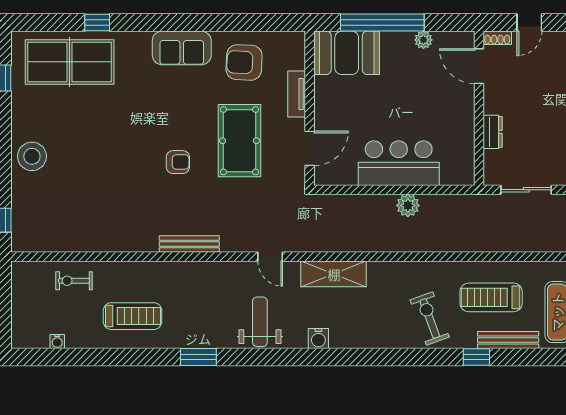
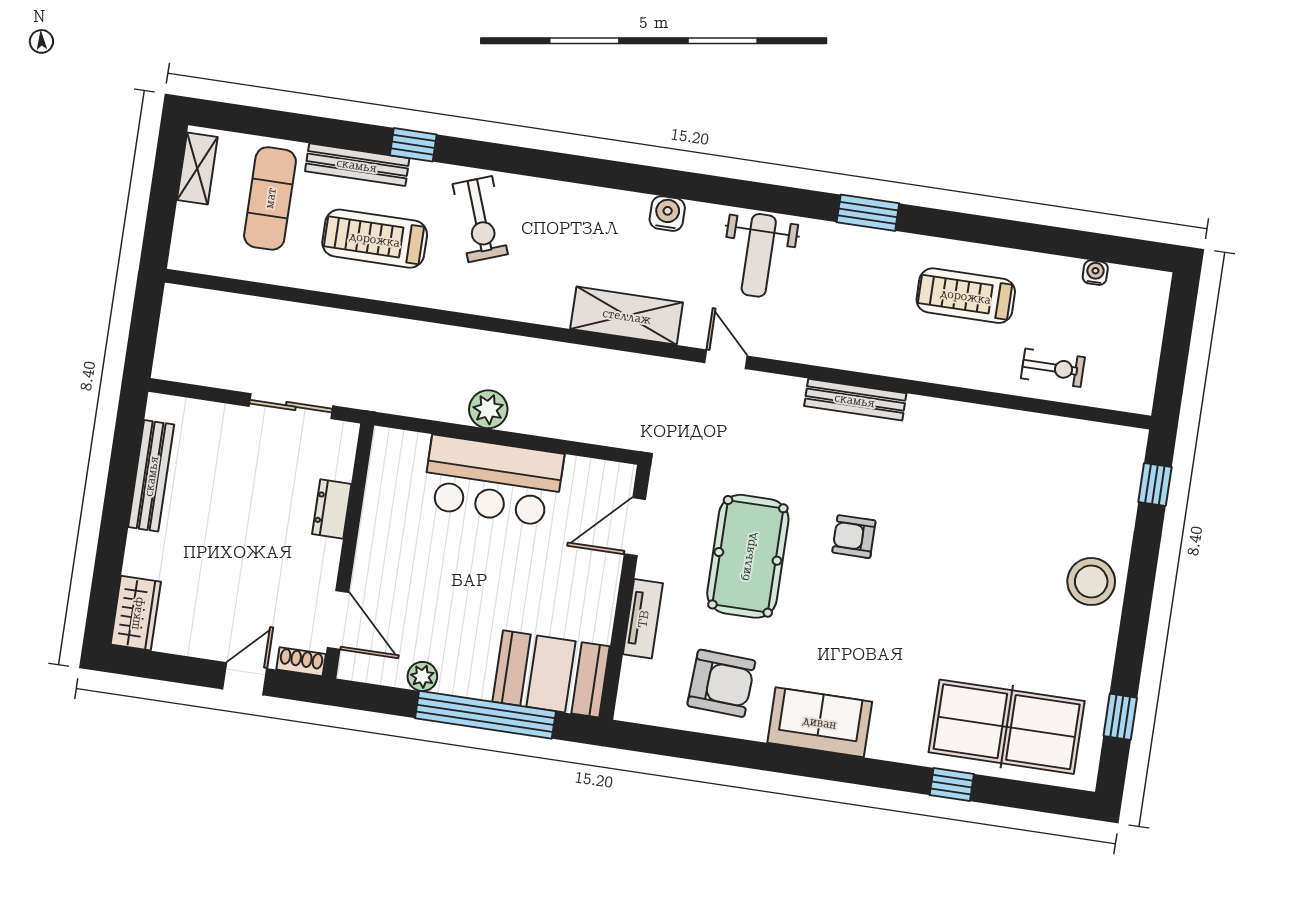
treadmill: (491, 297) -> (375, 239), turned 180

